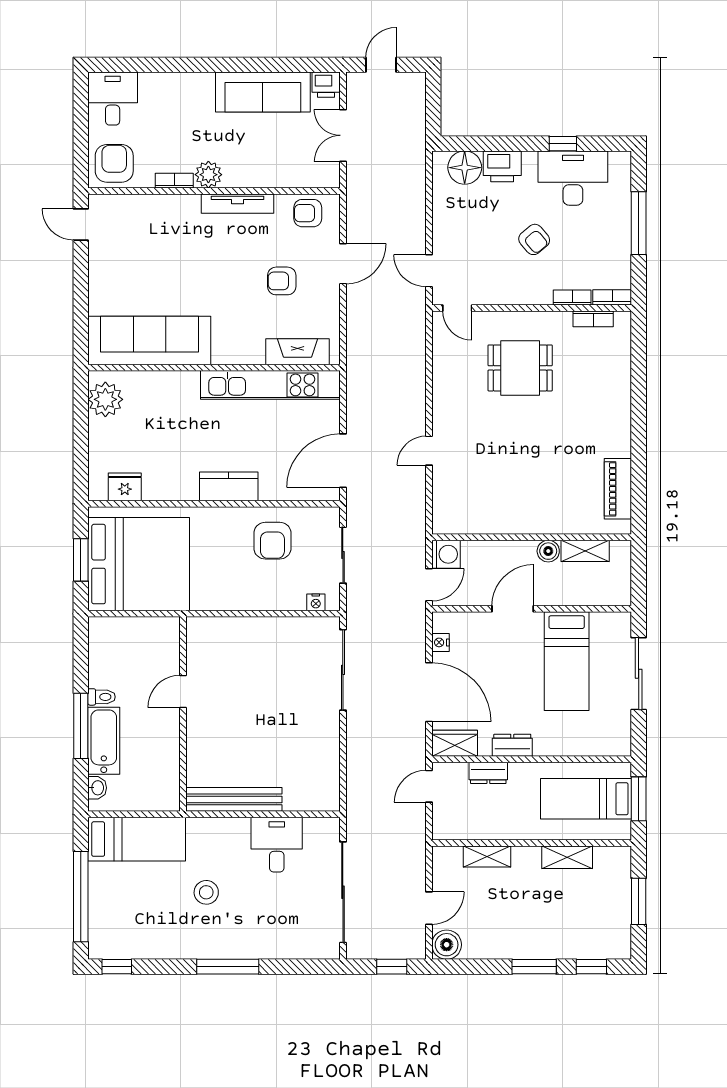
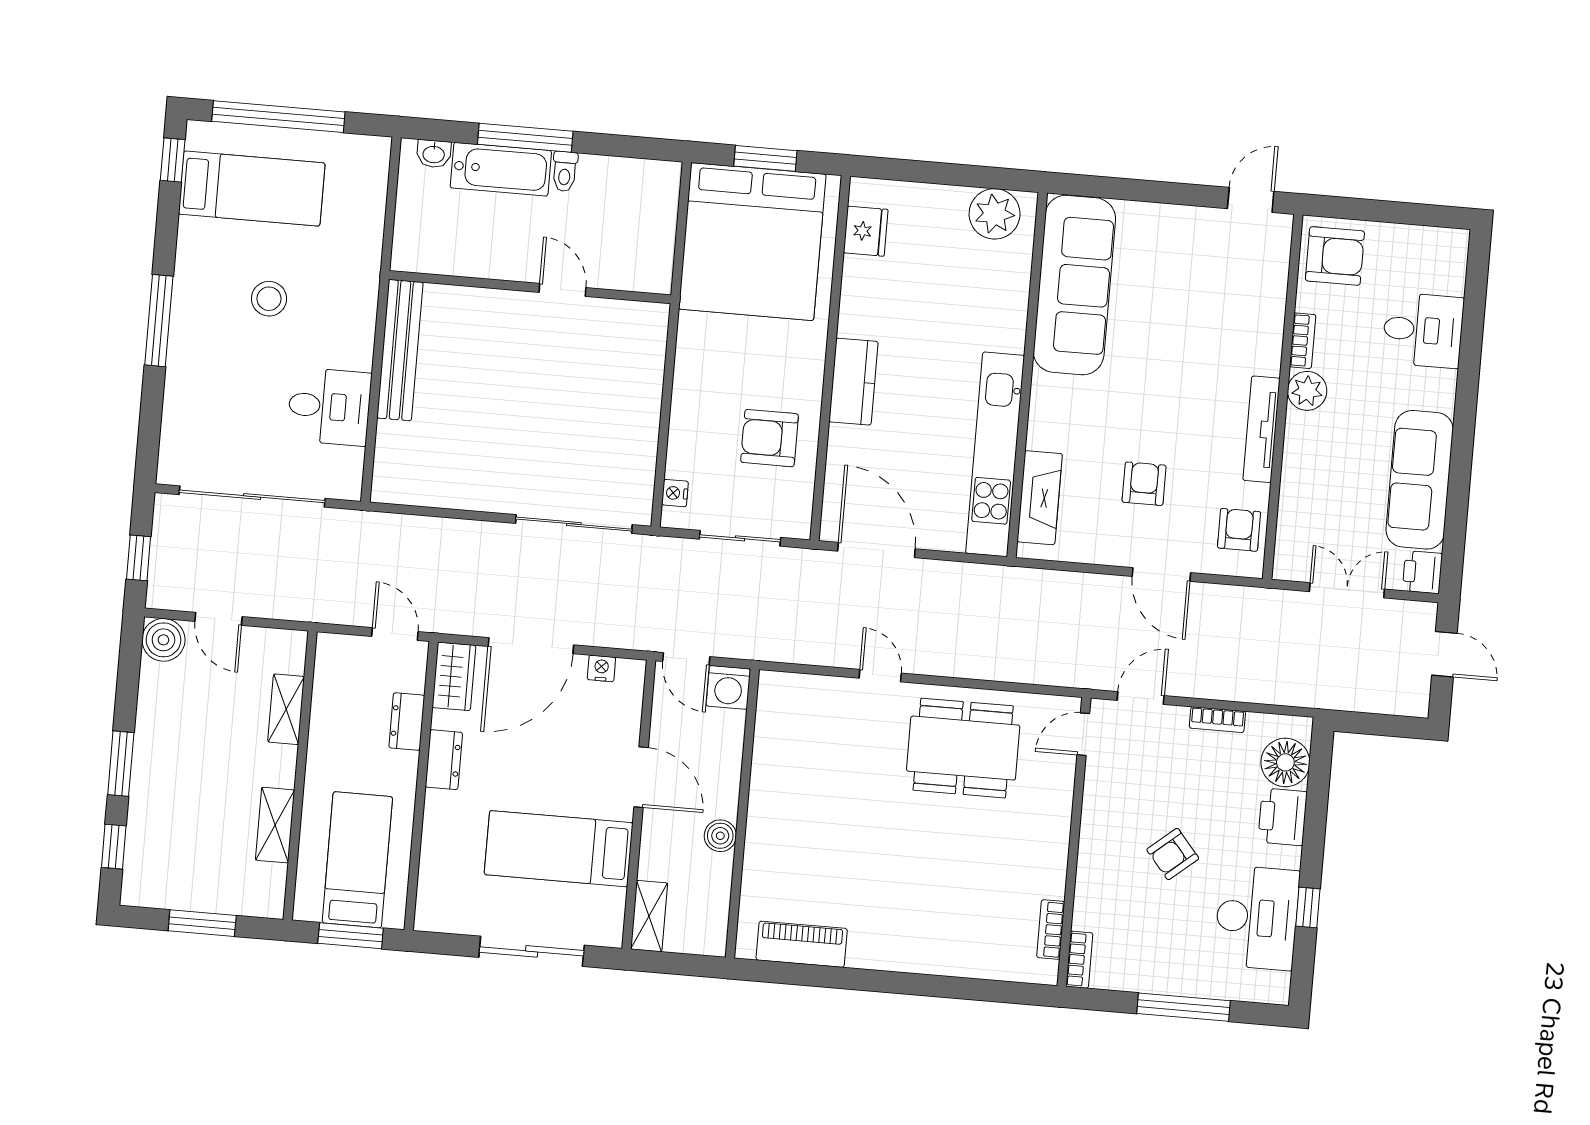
desk: (113, 99) -> (1423, 330), moved
bookcase: (572, 298) -> (1217, 720), moved, turned 90
dining table: (520, 368) -> (963, 748), moved, width x1.38
shelving: (585, 551) -> (649, 916), moved
bed: (137, 839) -> (252, 189), moved, turned -90

